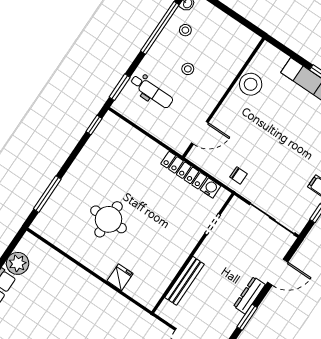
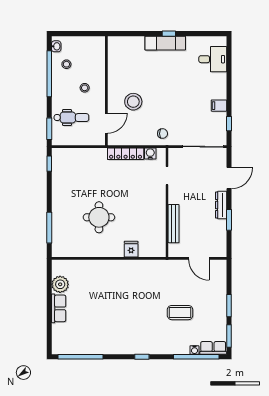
stool: (251, 84) -> (133, 102), moved
wall: (223, 98) -> (106, 91), moved
door: (200, 133) -> (106, 123), moved

